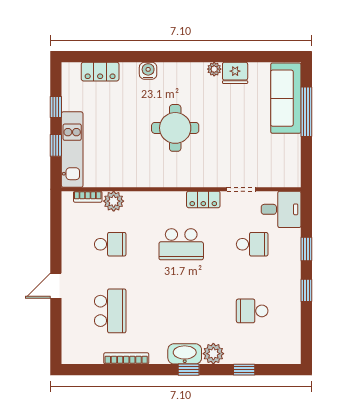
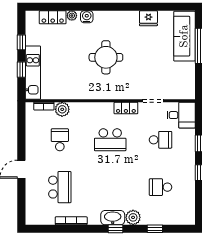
plant: (214, 69) -> (72, 16), moved
school desk: (110, 244) -> (60, 140), turned -90

